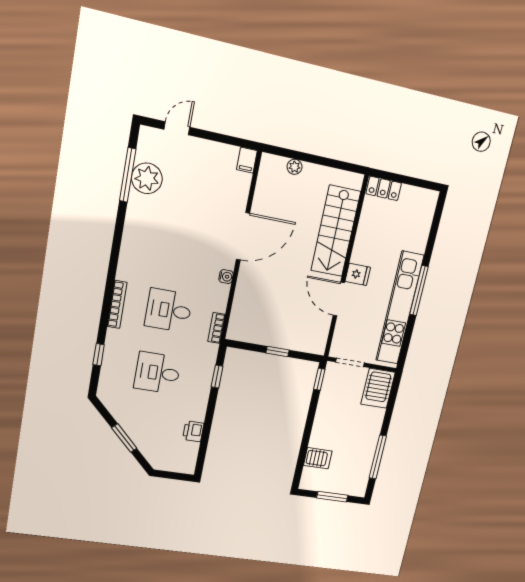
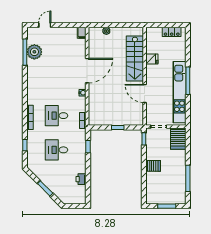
locker: (384, 188) -> (172, 32), moved
fridge: (358, 274) -> (152, 59), moved
server rack: (318, 458) -> (153, 166), moved

